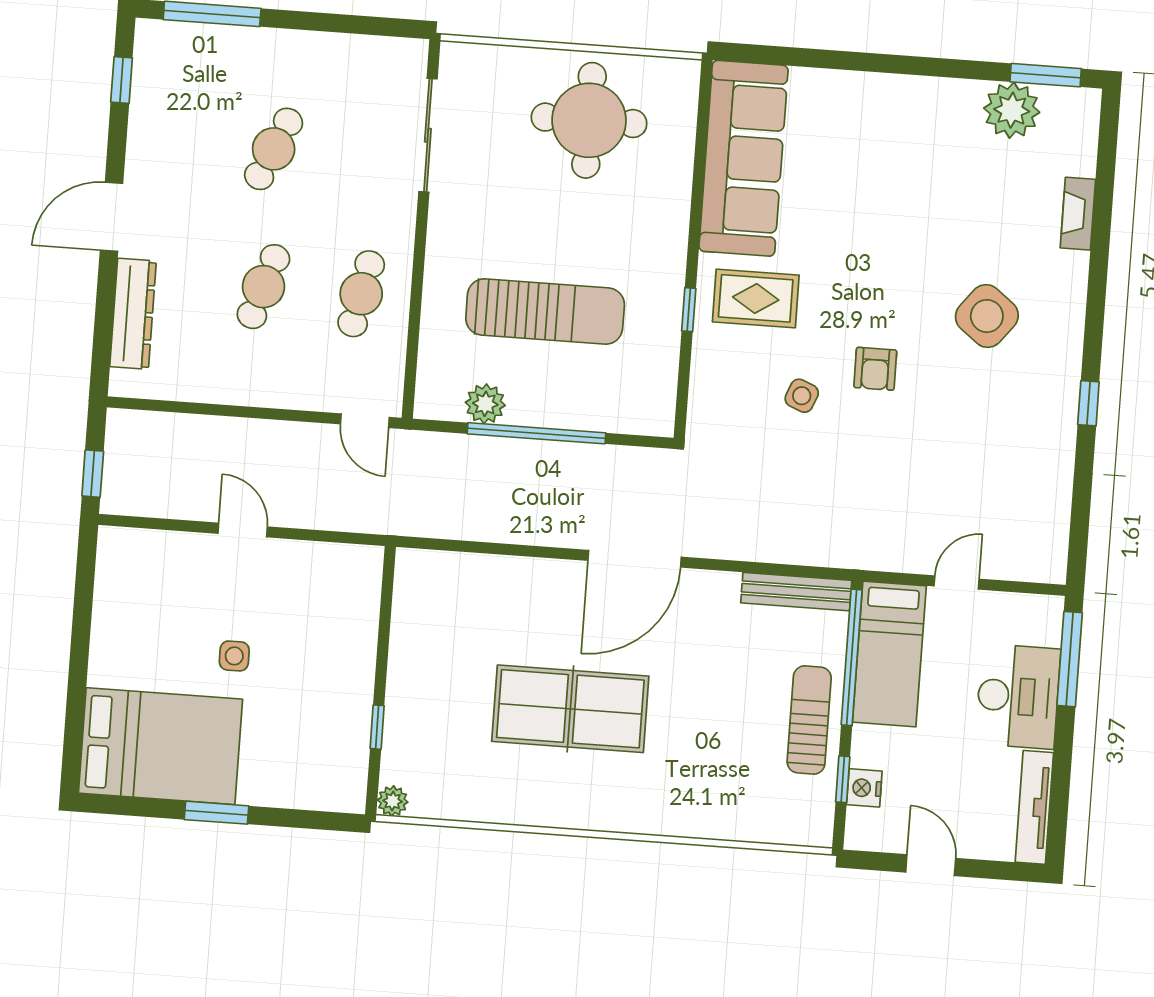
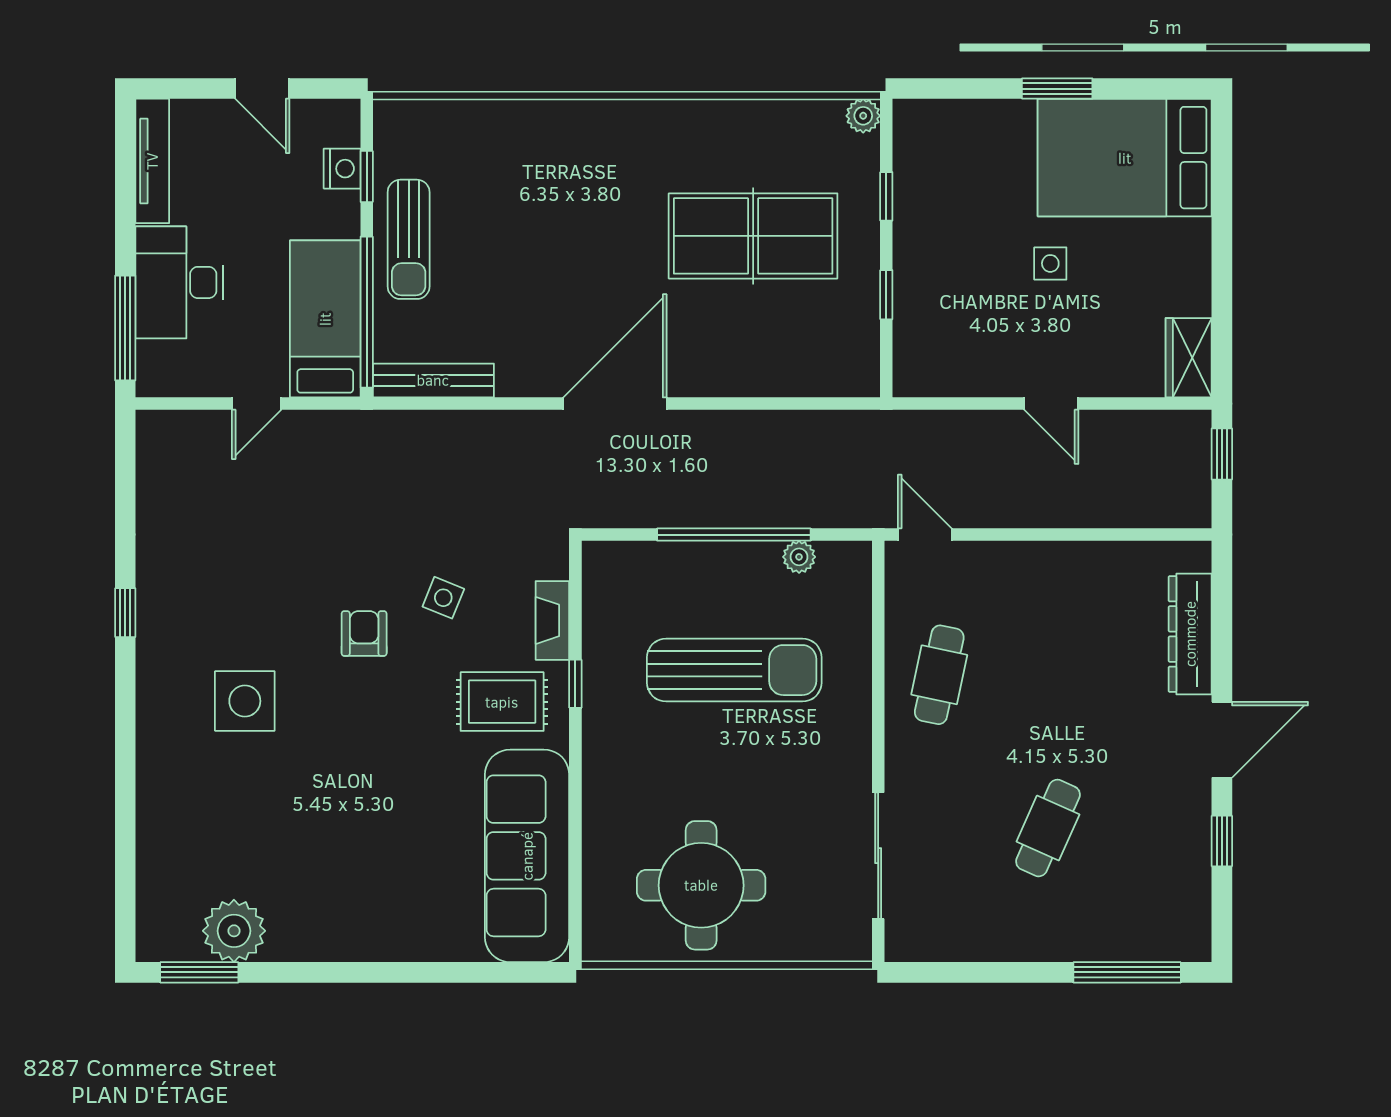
window: (122, 80) -> (1222, 841), moved
fireplace: (1078, 214) -> (552, 620), moved, turned 180
cafe table: (263, 287) -> (1048, 675), removed
sun lounger: (545, 312) -> (734, 670), turned 180
side table: (987, 316) -> (245, 701), turned -38
plant: (485, 404) -> (799, 557), width x0.73, depth x0.73
wardrobe: (116, 562) -> (1189, 358), added
window: (384, 639) -> (886, 295), added
table tennis table: (570, 709) -> (753, 236), moved

